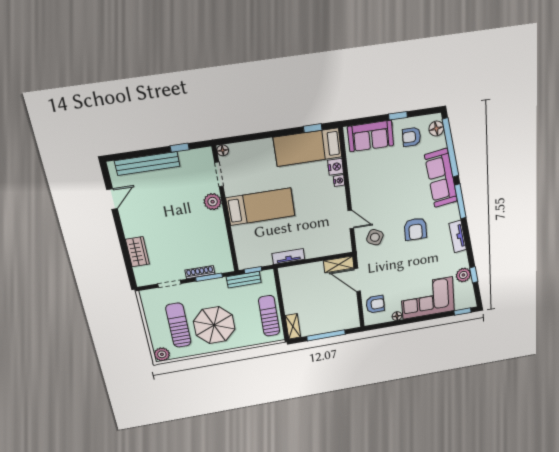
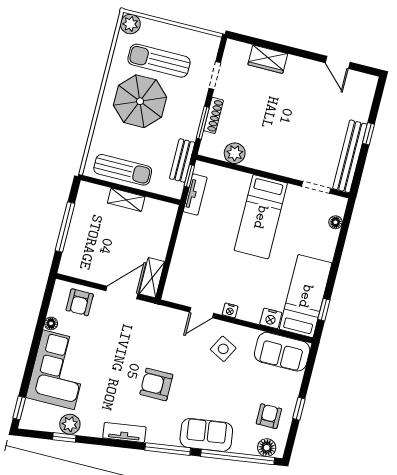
sofa: (371, 136) -> (282, 352), moved, turned -90
window: (180, 148) -> (368, 134), moved
floor lamp: (223, 150) -> (335, 222), moved
bench: (147, 164) -> (350, 156), moved
sofa: (441, 178) -> (206, 435), width x0.73
nightstand: (339, 181) -> (230, 310), moved
plant: (213, 202) -> (235, 153), moved
side table: (375, 237) -> (223, 349), moved
tv unit: (288, 256) -> (195, 195), moved
sun lounger: (178, 325) -> (159, 61), turned 180
shelving: (293, 326) -> (126, 200), moved

